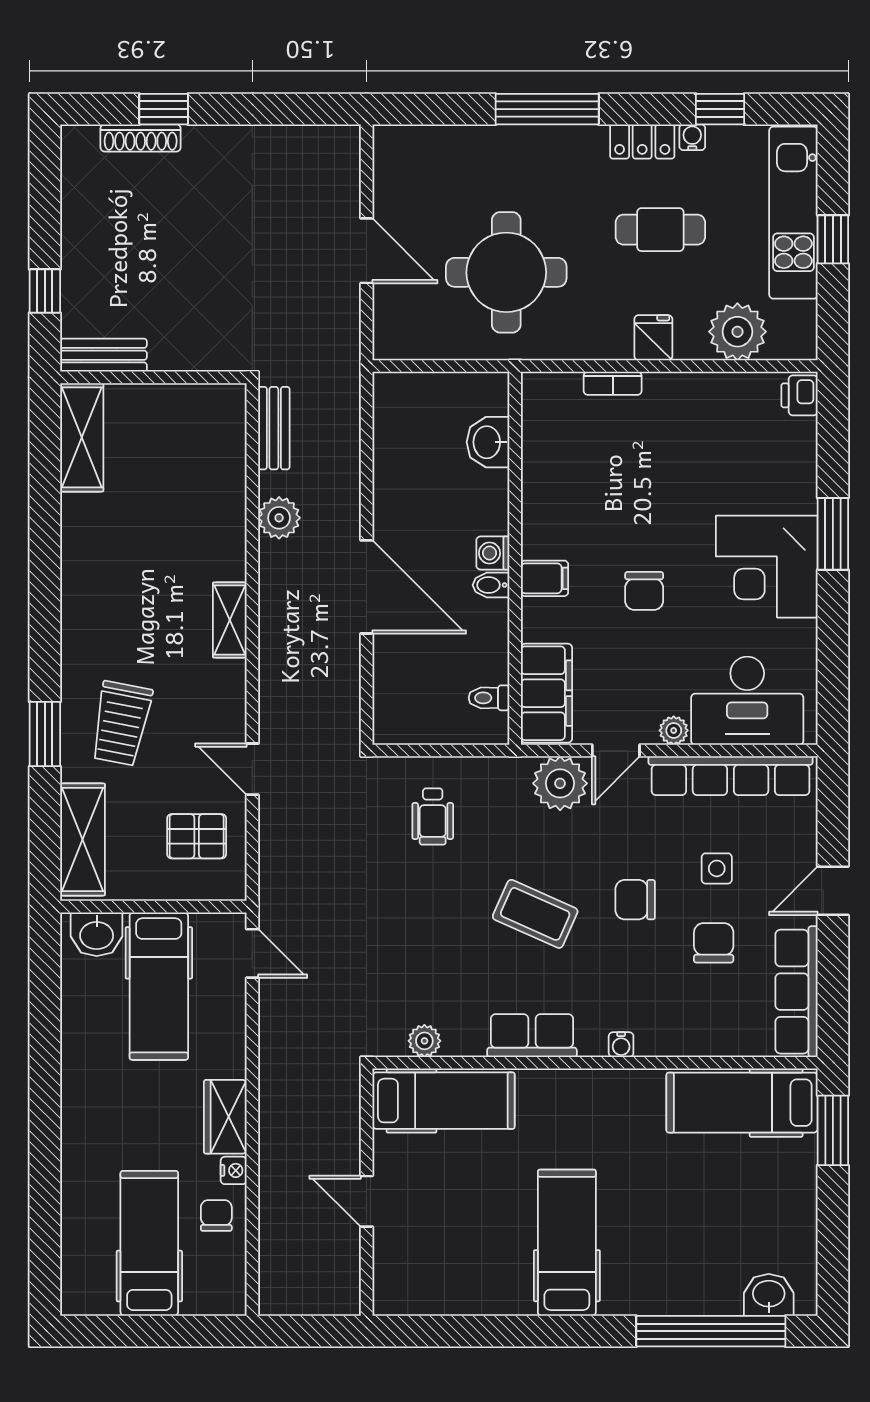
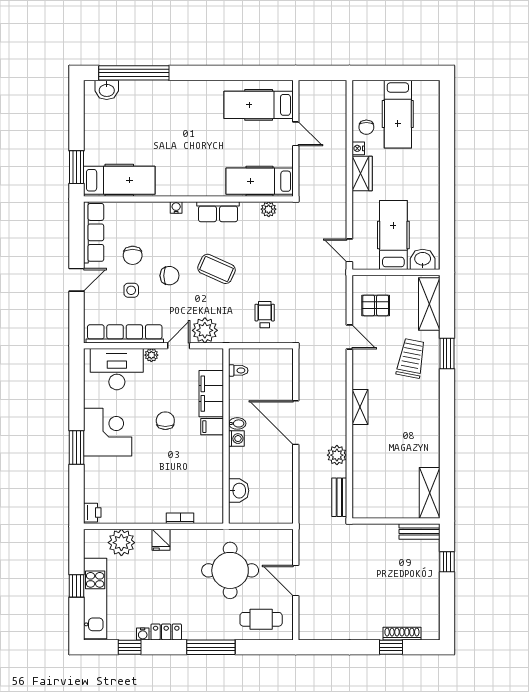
cafe table: (660, 230) -> (261, 619), moved
filing cabinet: (546, 693) -> (211, 394), moved
hospital bed: (567, 1243) -> (259, 105), moved, turned 90

